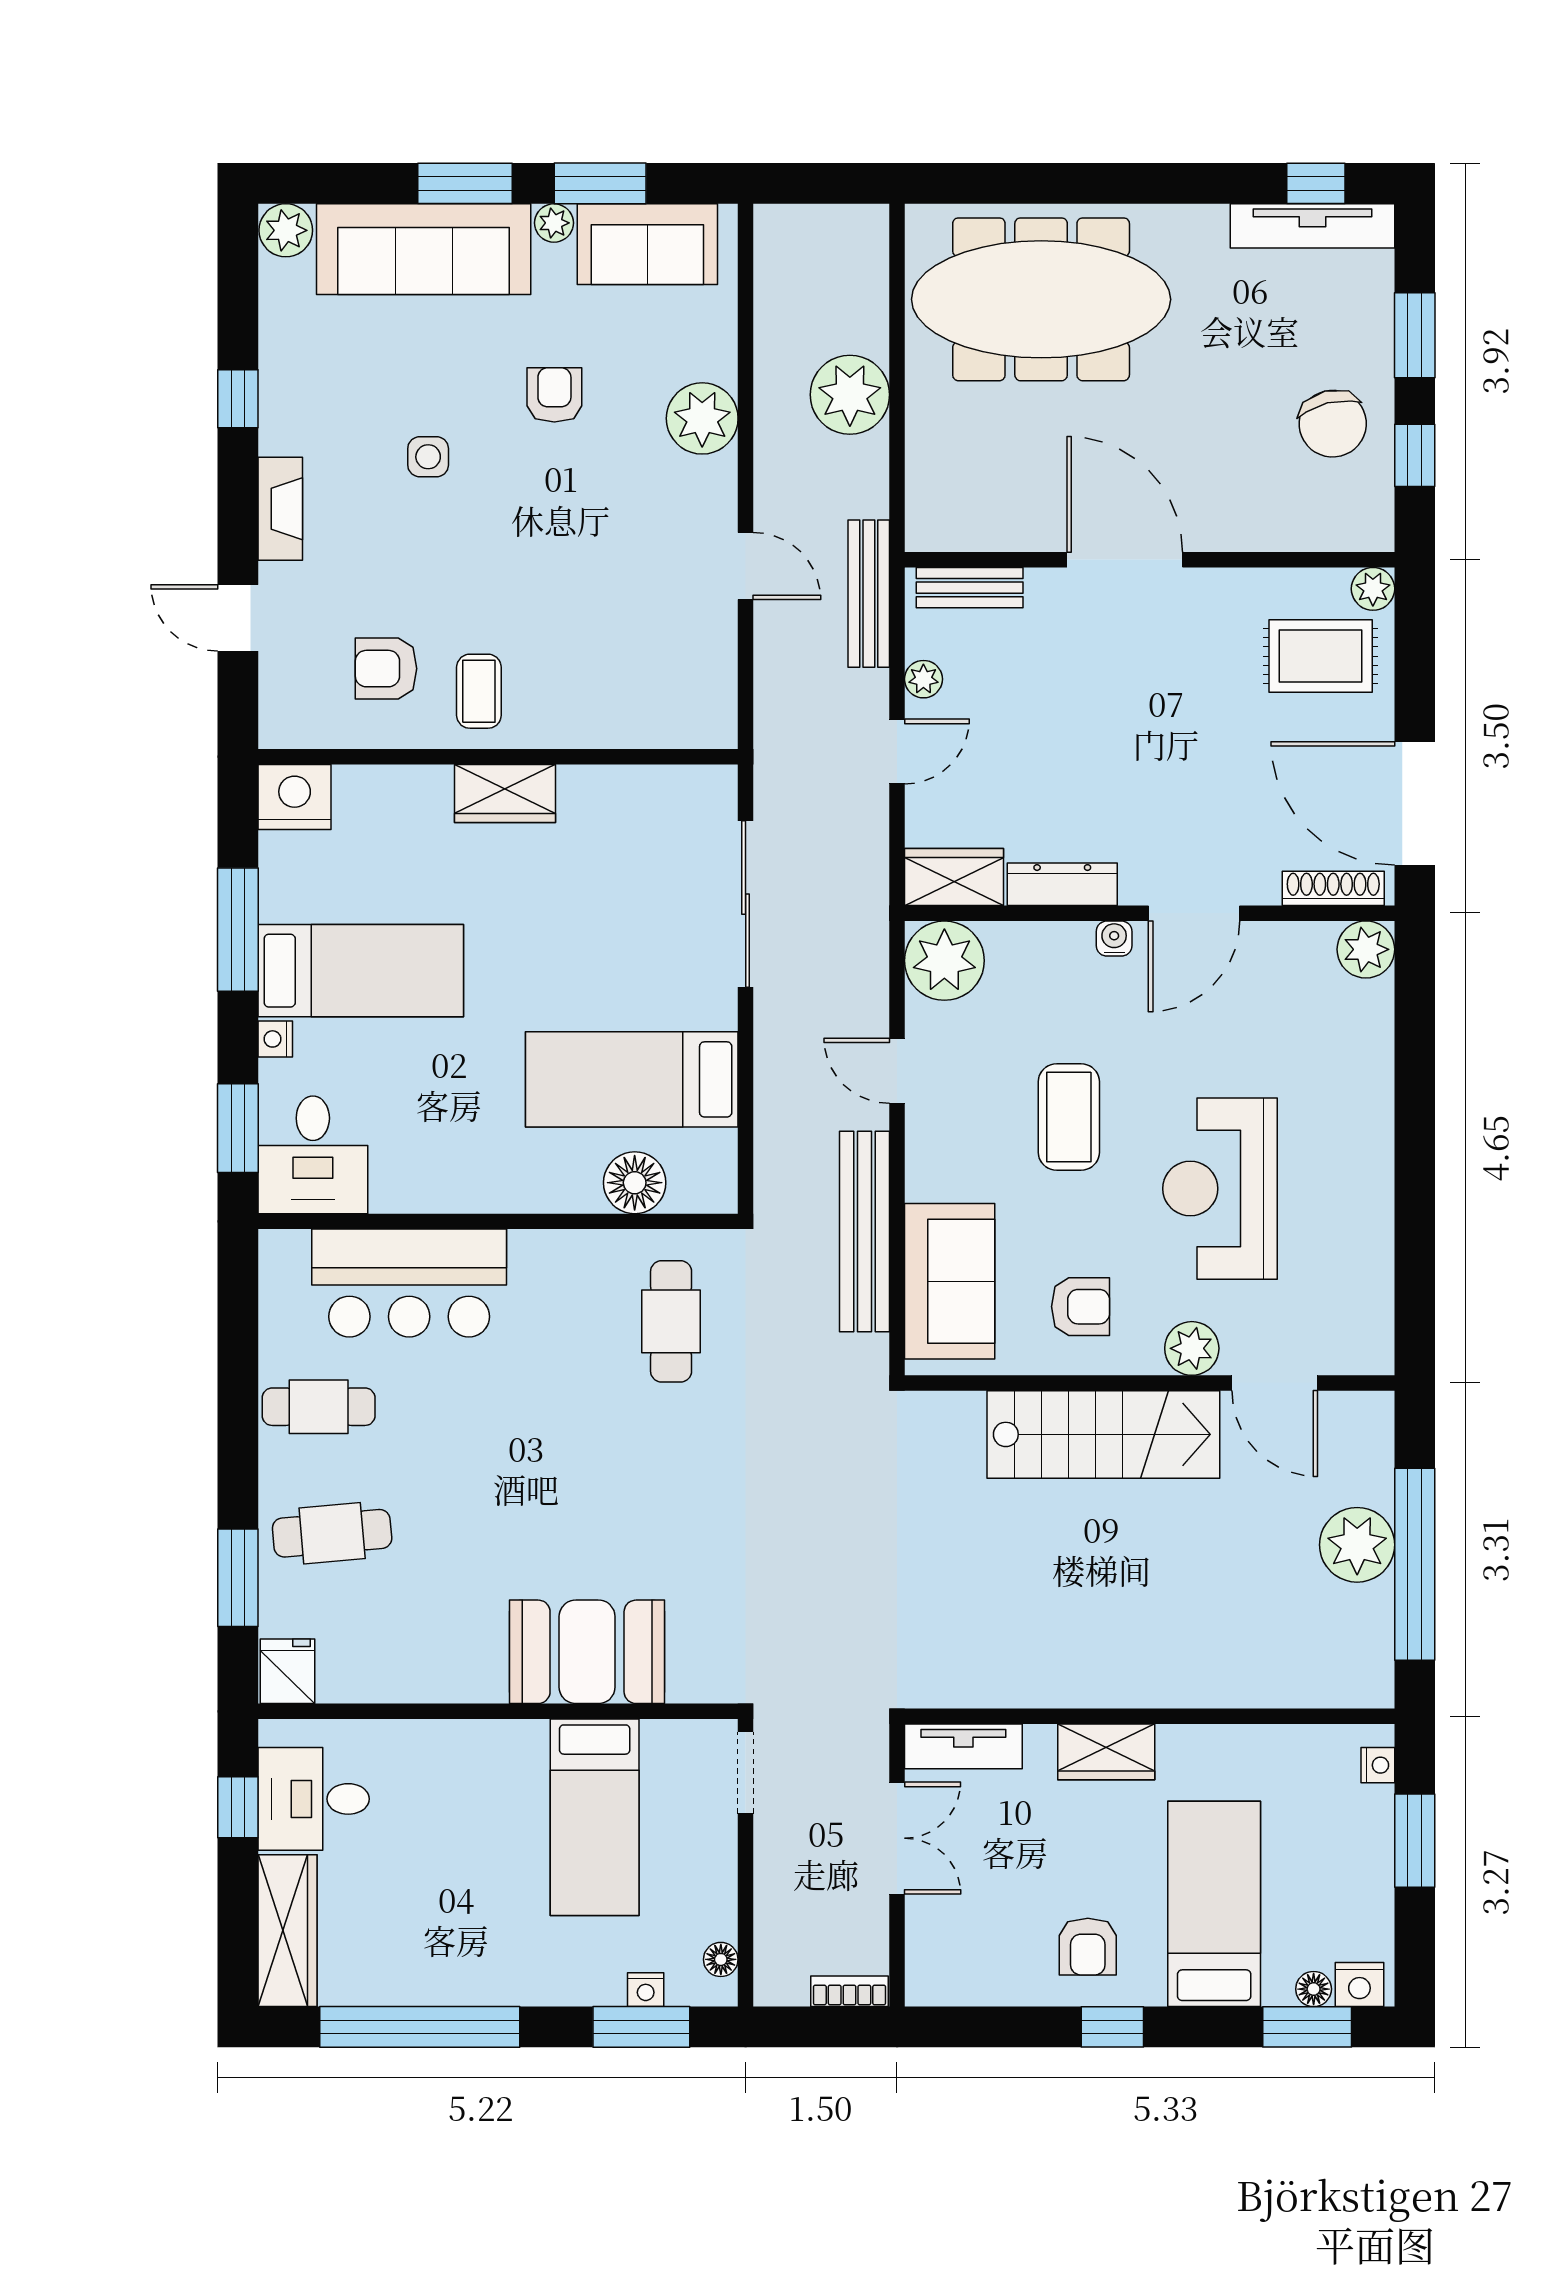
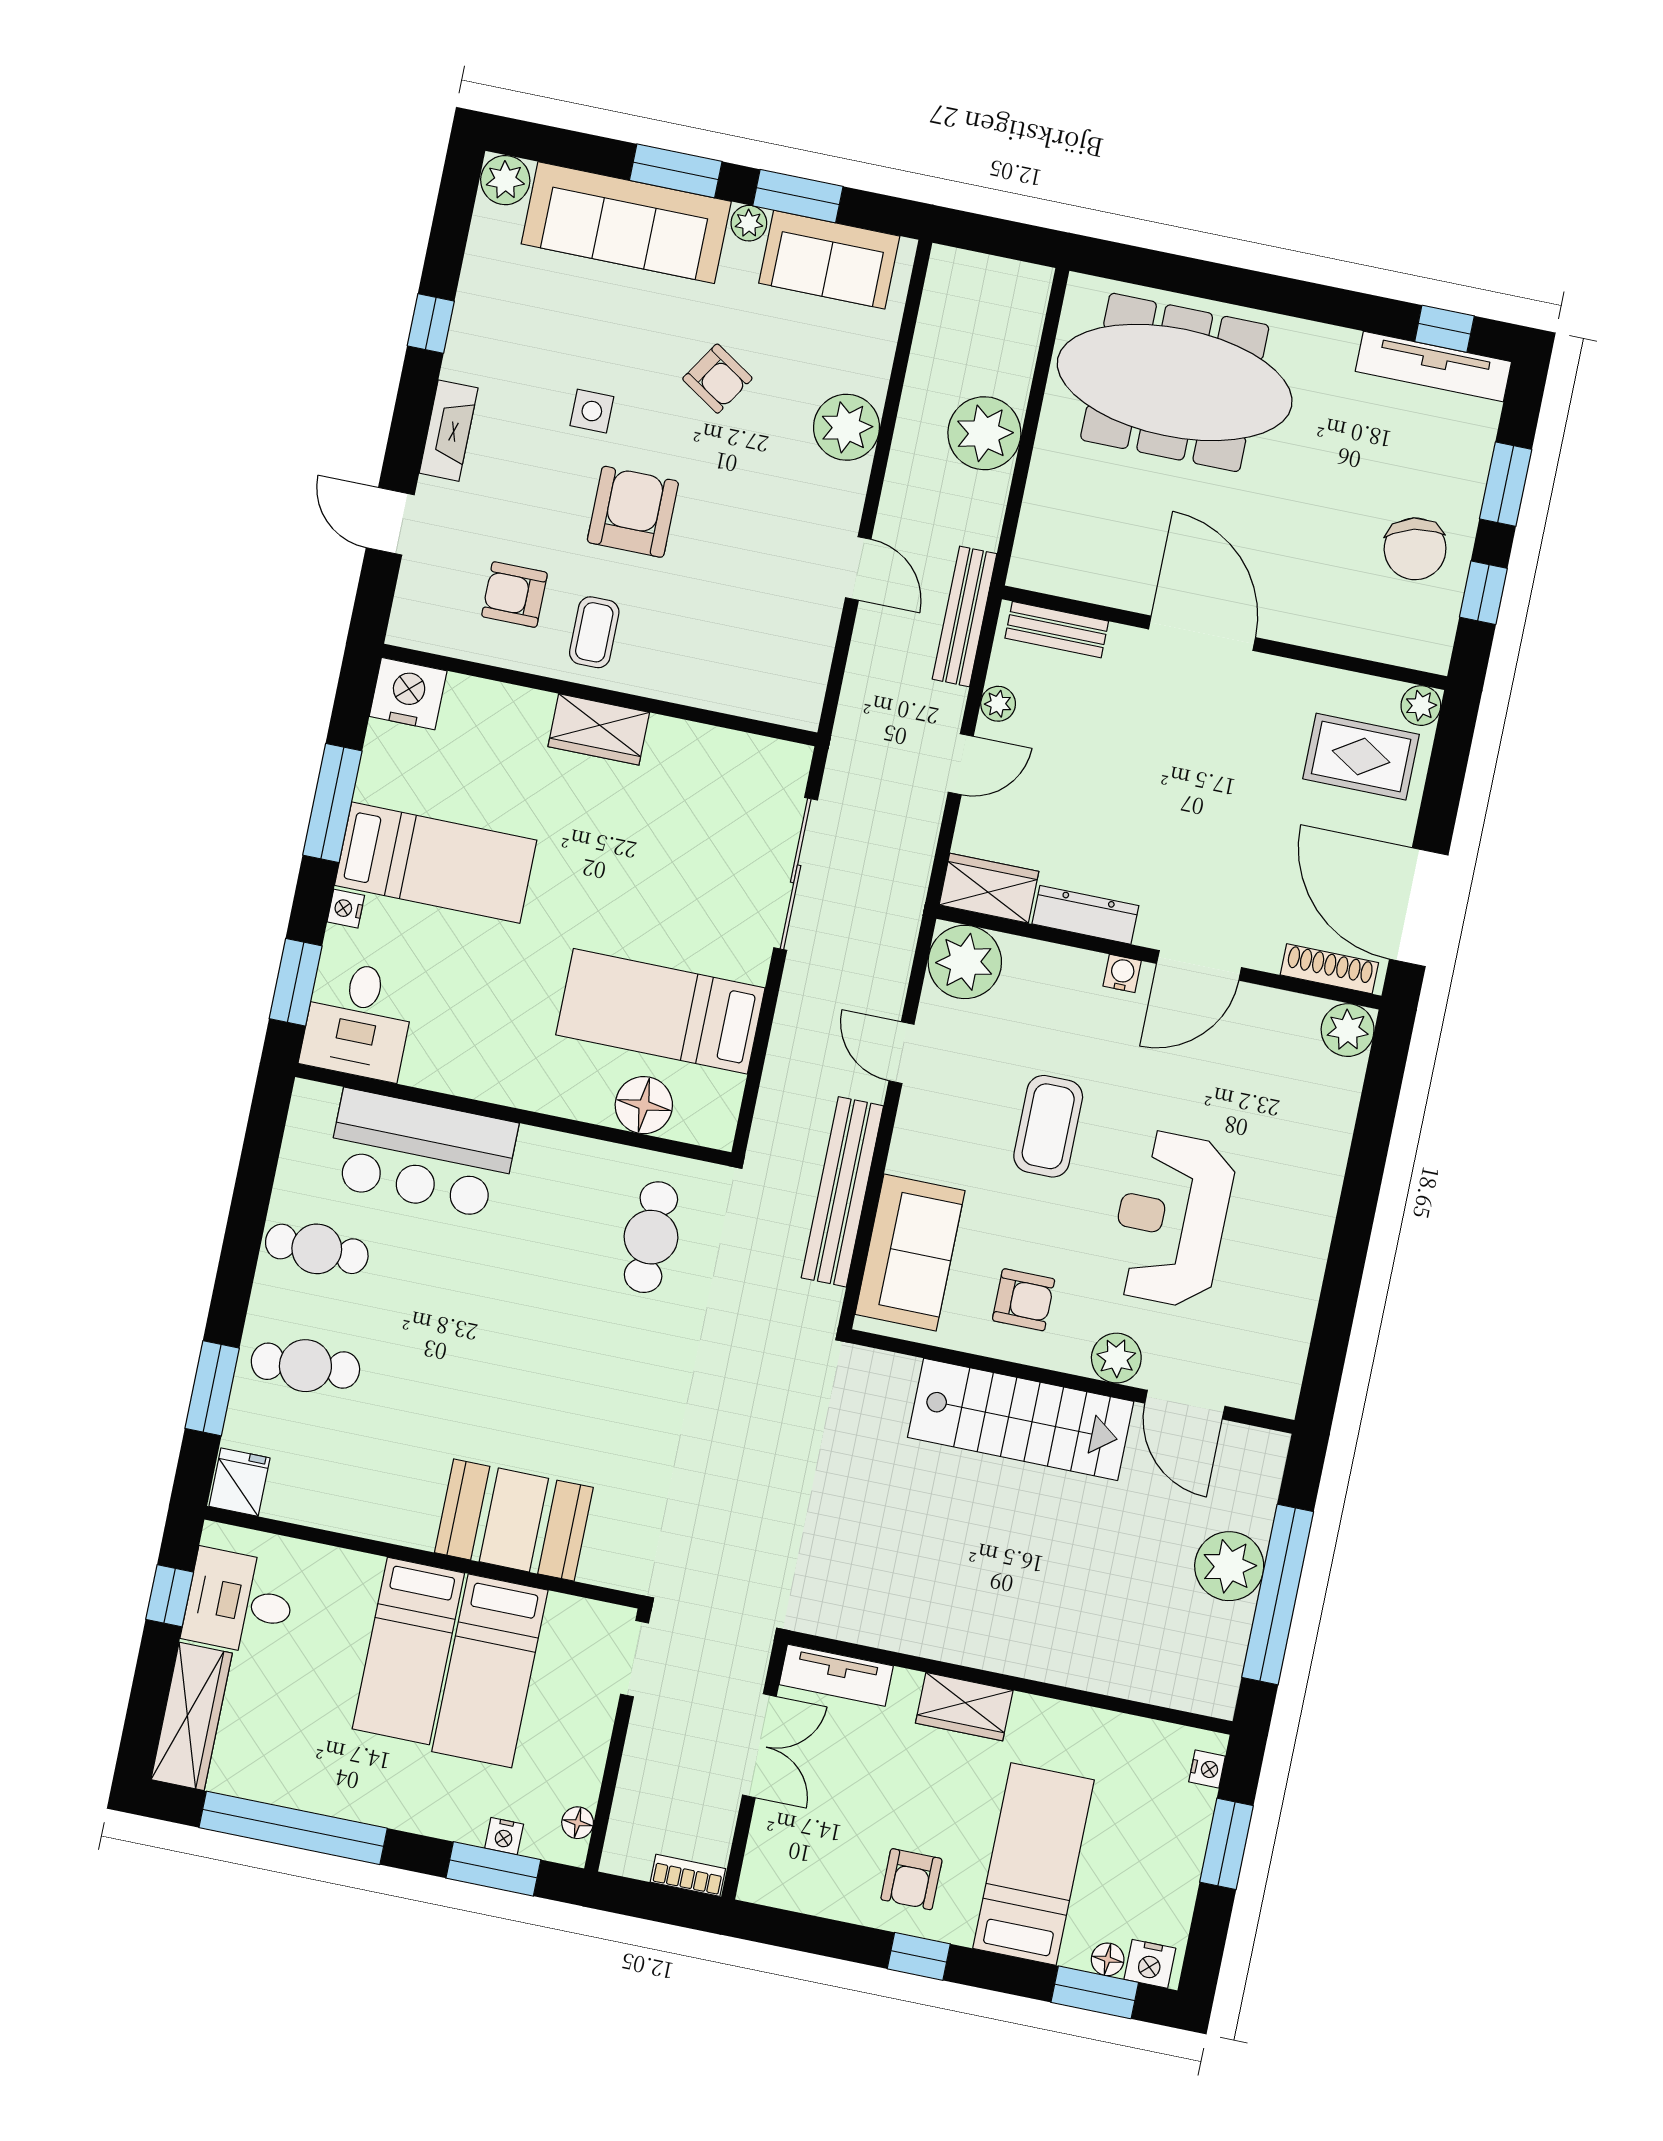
armchair: (554, 395) -> (717, 379), turned 123
armchair: (494, 555) -> (633, 512), added
bed: (504, 1814) -> (408, 1651), added

